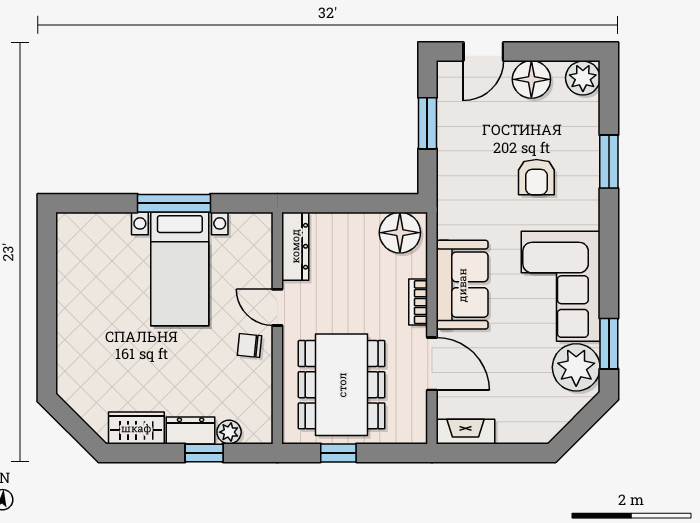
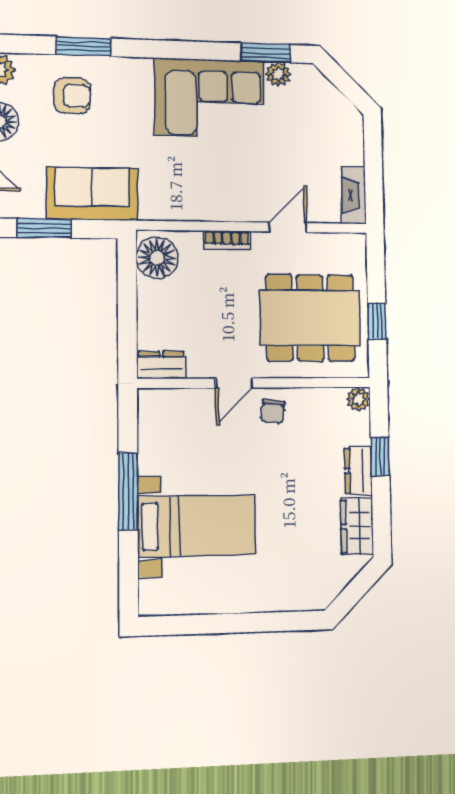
armchair: (536, 177) -> (72, 96), moved
dresser: (295, 246) -> (161, 365), width x0.70
bed with nightstands: (180, 269) -> (197, 526), moved
sofa: (462, 285) -> (92, 194), moved
door: (432, 364) -> (288, 227), width x0.73
plant: (576, 367) -> (278, 74), width x0.53, depth x0.53
plant: (229, 432) -> (358, 399), moved

